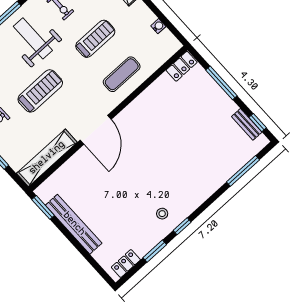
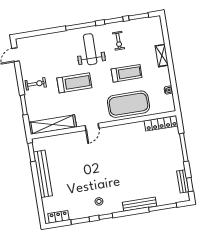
locker: (182, 66) -> (161, 123), width x1.53
exercise mat: (122, 74) -> (128, 104), width x2.00, depth x1.45
door: (96, 130) -> (92, 127), width x0.53
bench: (213, 185) -> (139, 204), added

